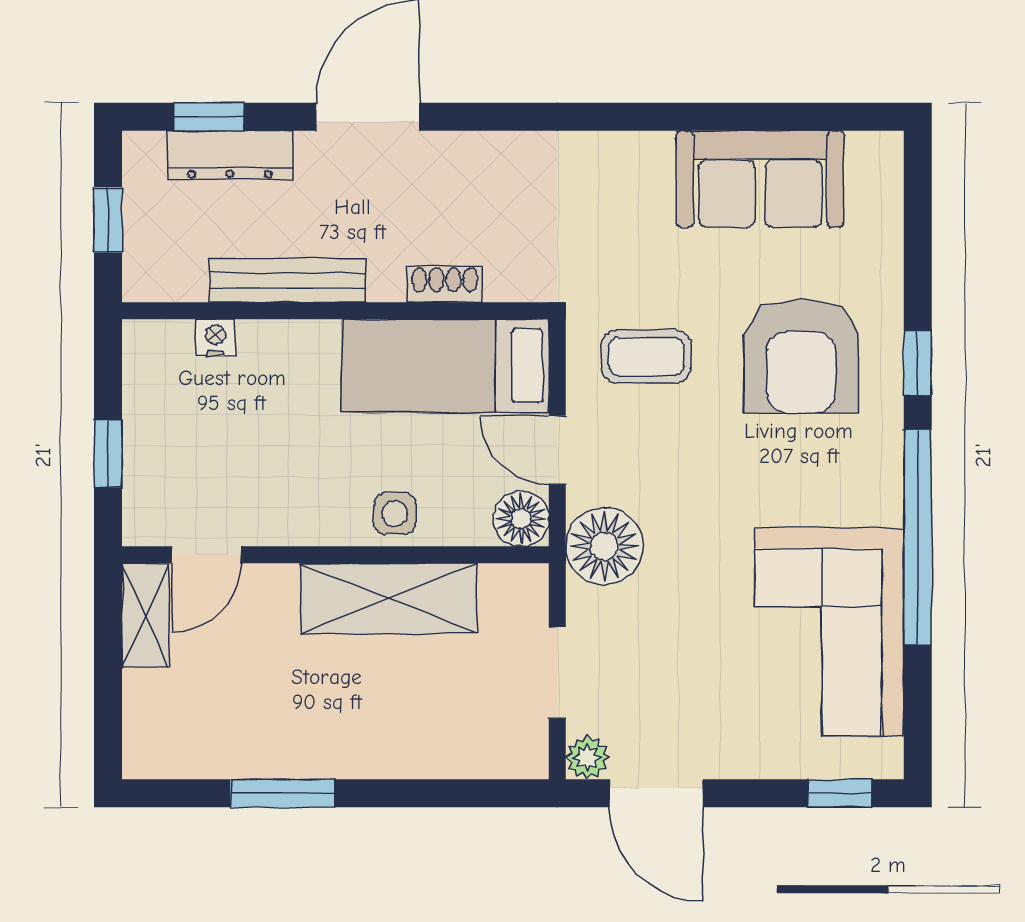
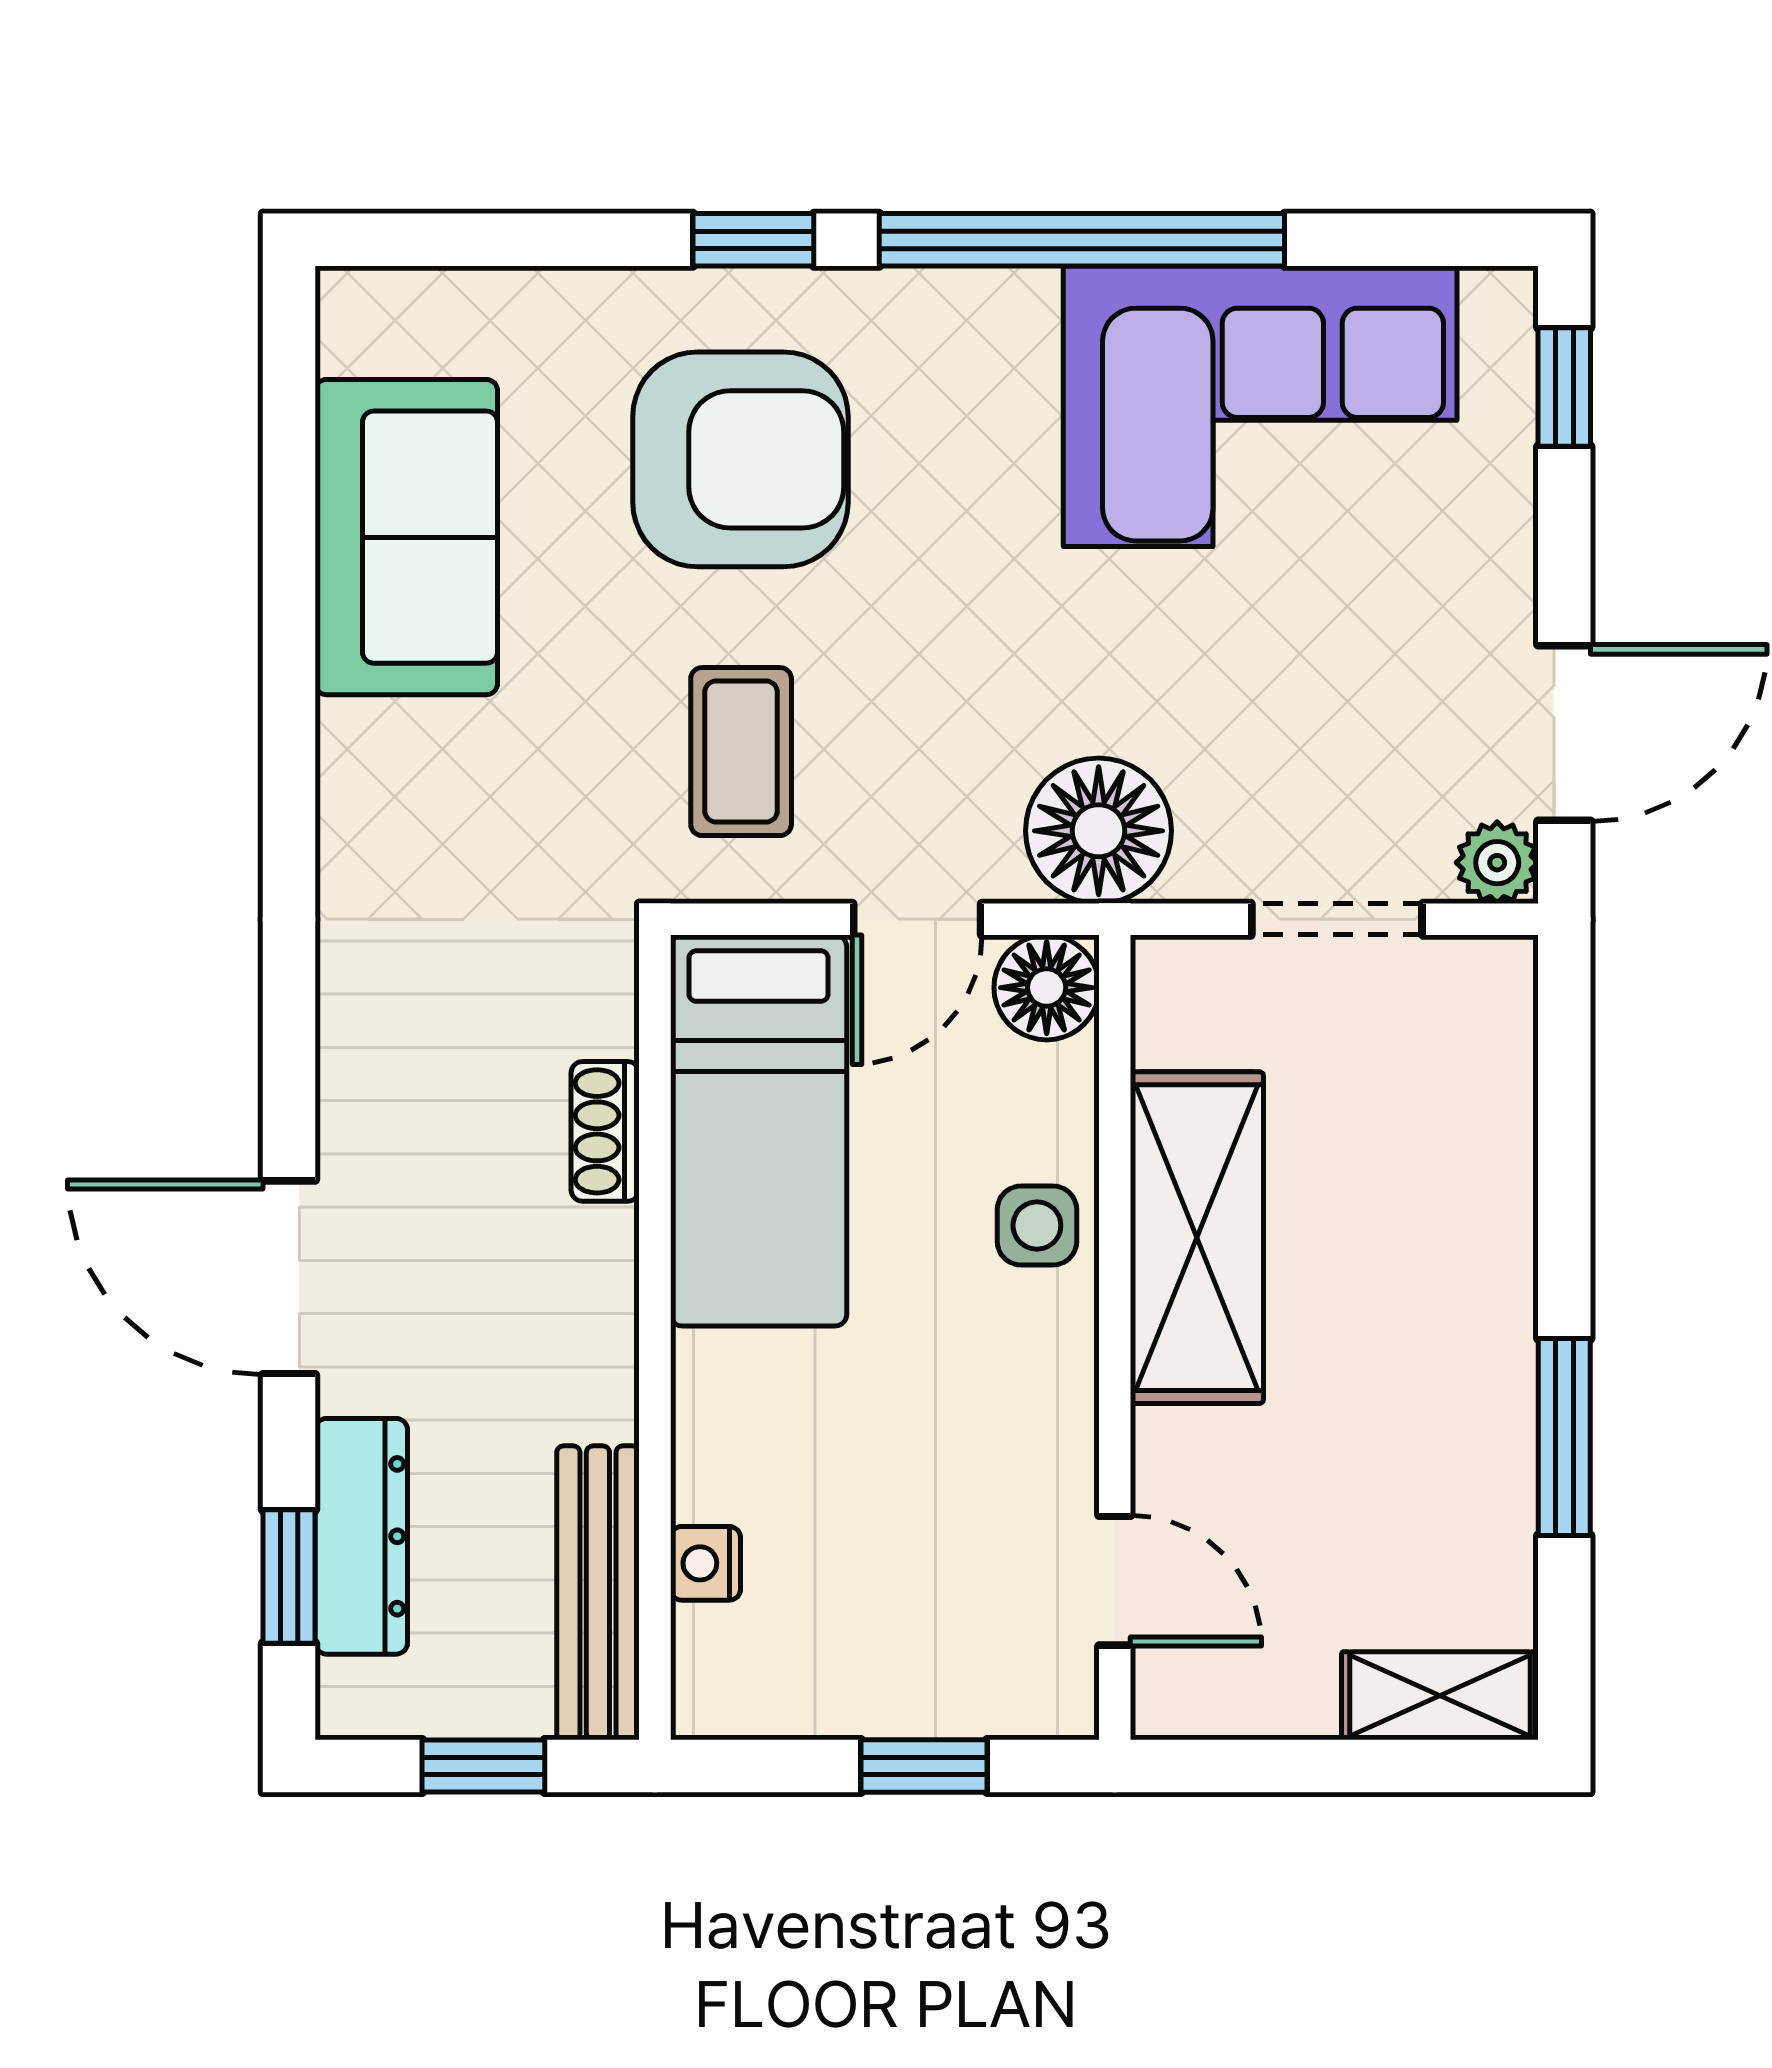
bench: (287, 281) -> (598, 1593), moved
shelving: (145, 615) -> (1440, 1696), moved

